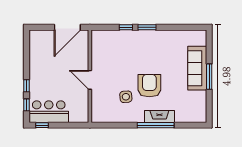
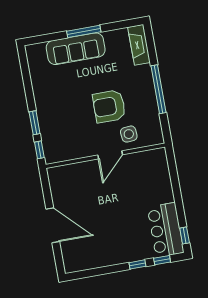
wall: (90, 76) -> (105, 156), moved
door: (90, 80) -> (110, 155), moved
fireplace: (159, 116) -> (139, 45), moved

